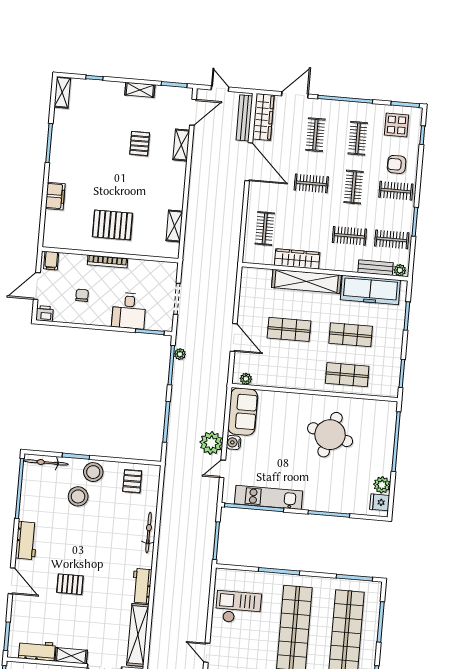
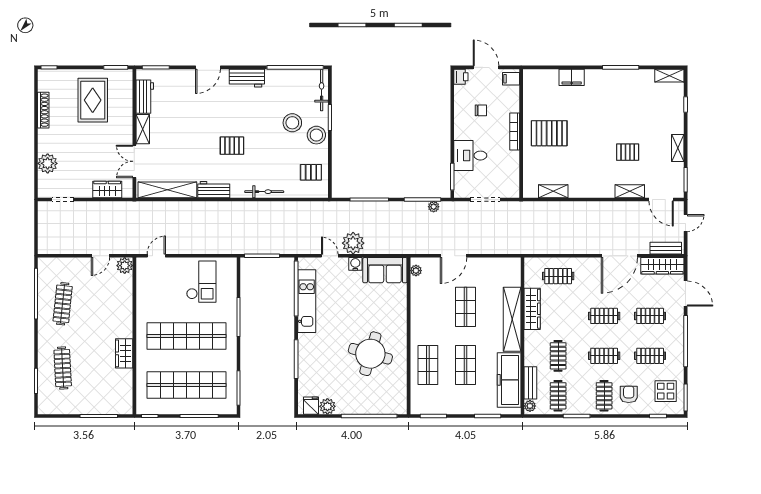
bench: (244, 118) -> (666, 248), width x0.73
clothes rail: (311, 183) -> (604, 316), turned 90
pallet: (112, 225) -> (549, 133), turned 90
pallet: (70, 584) -> (232, 146), moved, turned 90

